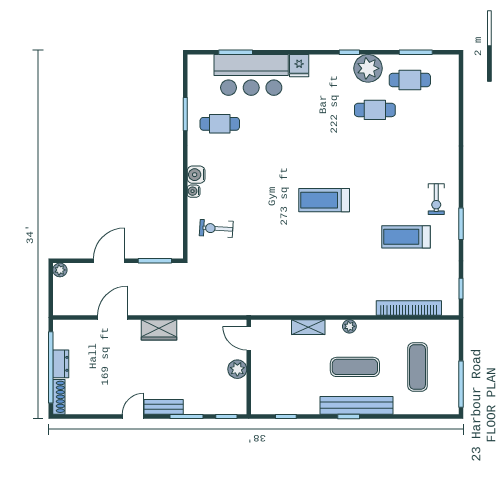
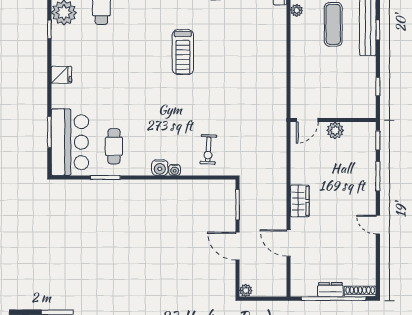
bar counter: (251, 75) -> (70, 142), moved
plant: (349, 326) -> (297, 10), moved
shelving: (308, 327) -> (297, 66), removed
bench: (164, 407) -> (369, 197), removed

